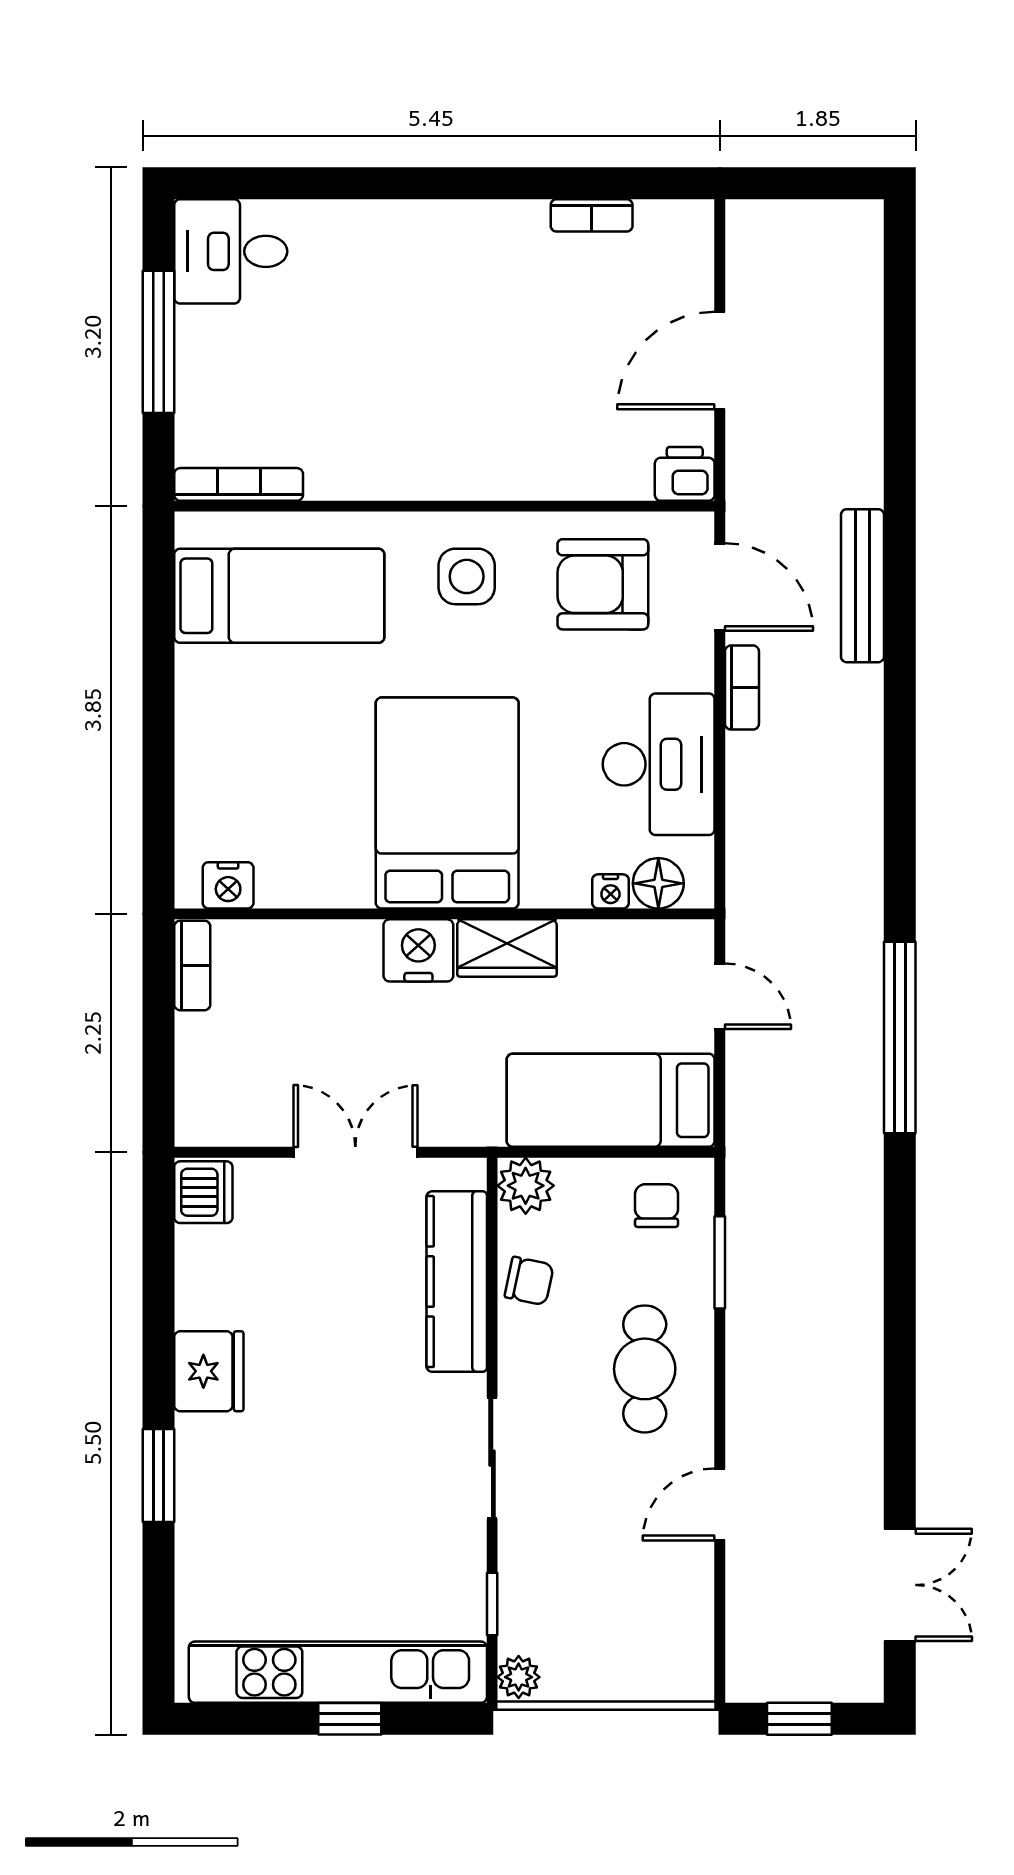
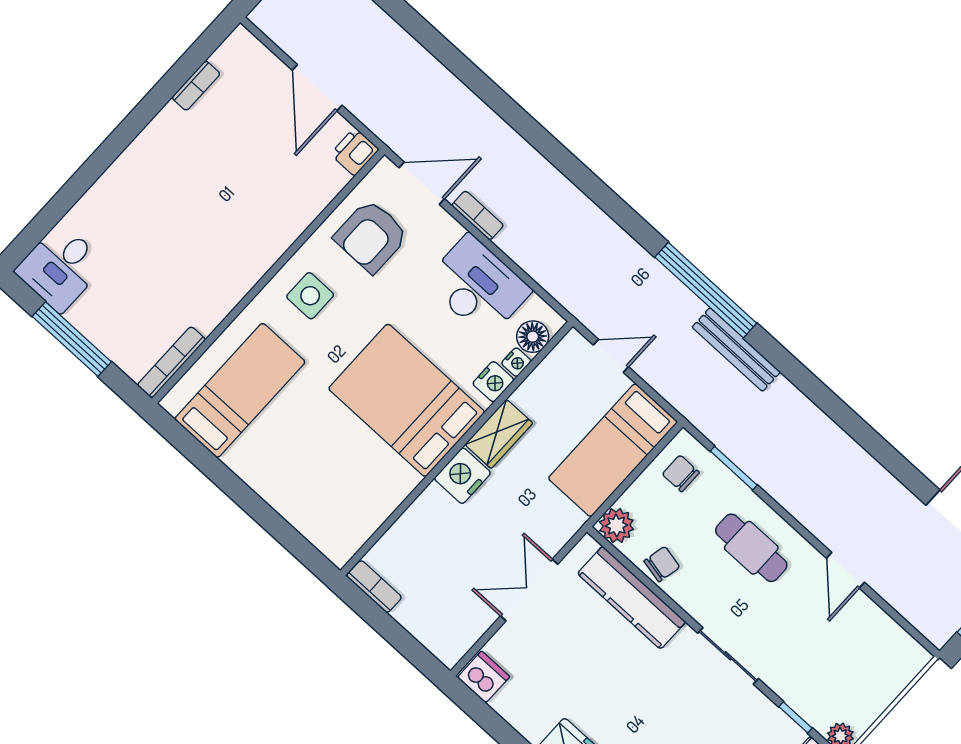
bench: (862, 586) -> (736, 350), moved
nightstand: (228, 885) -> (493, 382), moved

